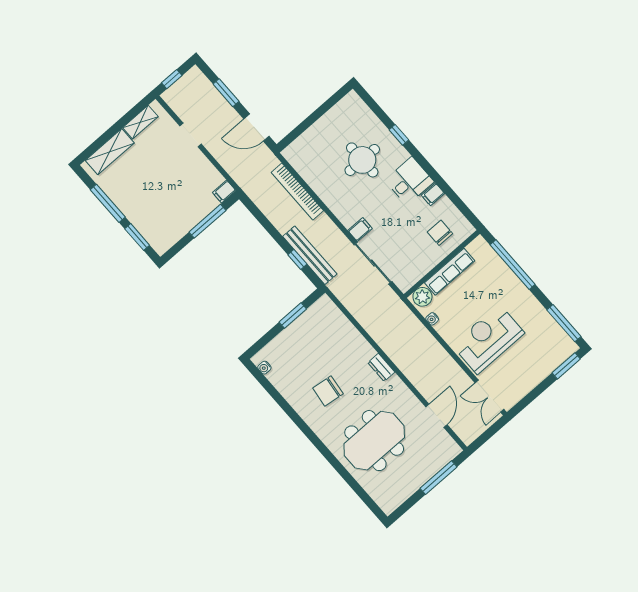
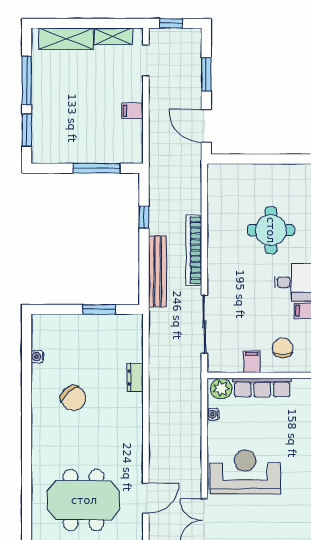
doorway: (191, 135) -> (146, 61), moved
bookcase: (297, 191) -> (194, 250), moved
filing cabinet: (224, 192) -> (132, 111), moved
filing cabinet: (360, 230) -> (252, 362), moved, turned -90
window: (297, 260) -> (144, 217), moved
dresser: (381, 367) -> (135, 377), moved
water cooler: (264, 368) -> (37, 357), moved
chair: (328, 391) -> (73, 398), turned -139
meeting table: (374, 441) -> (84, 500), moved

